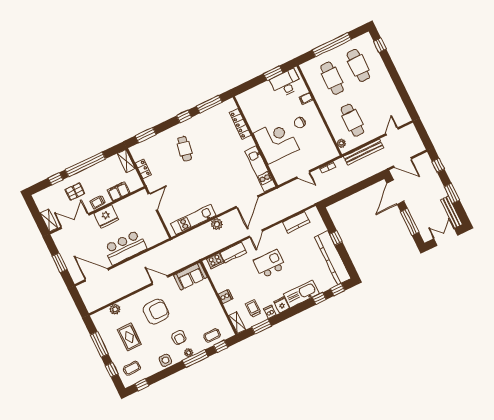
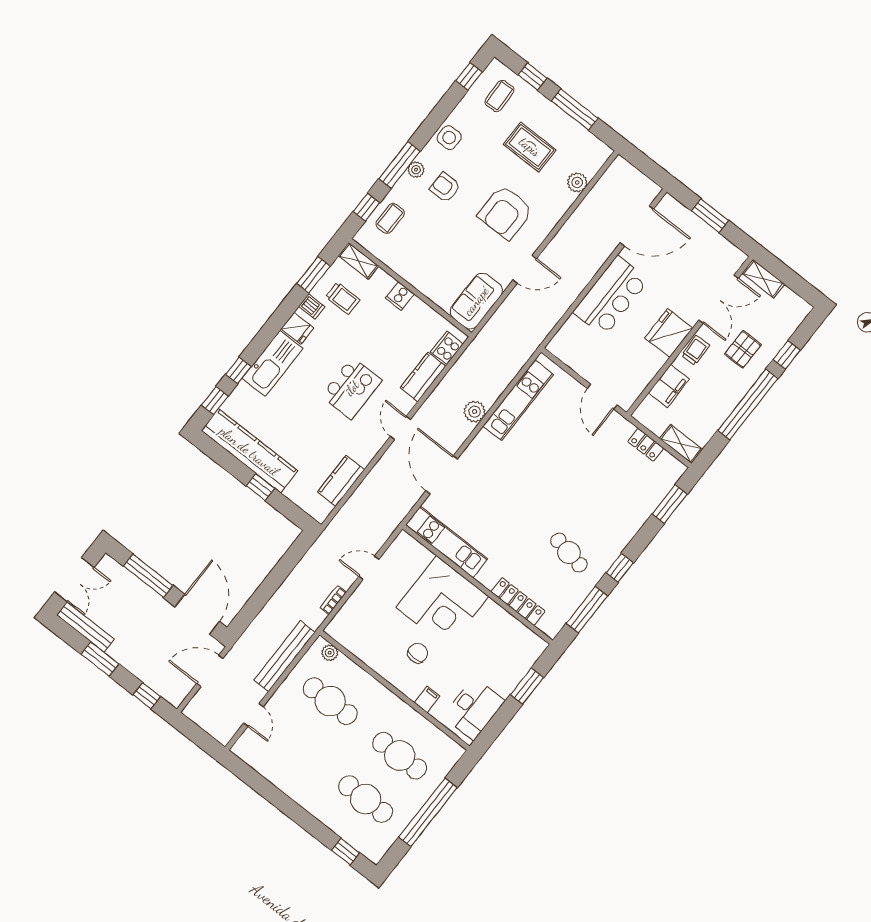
window: (273, 73) -> (527, 686), moved
cafe table: (185, 149) -> (569, 553), moved

